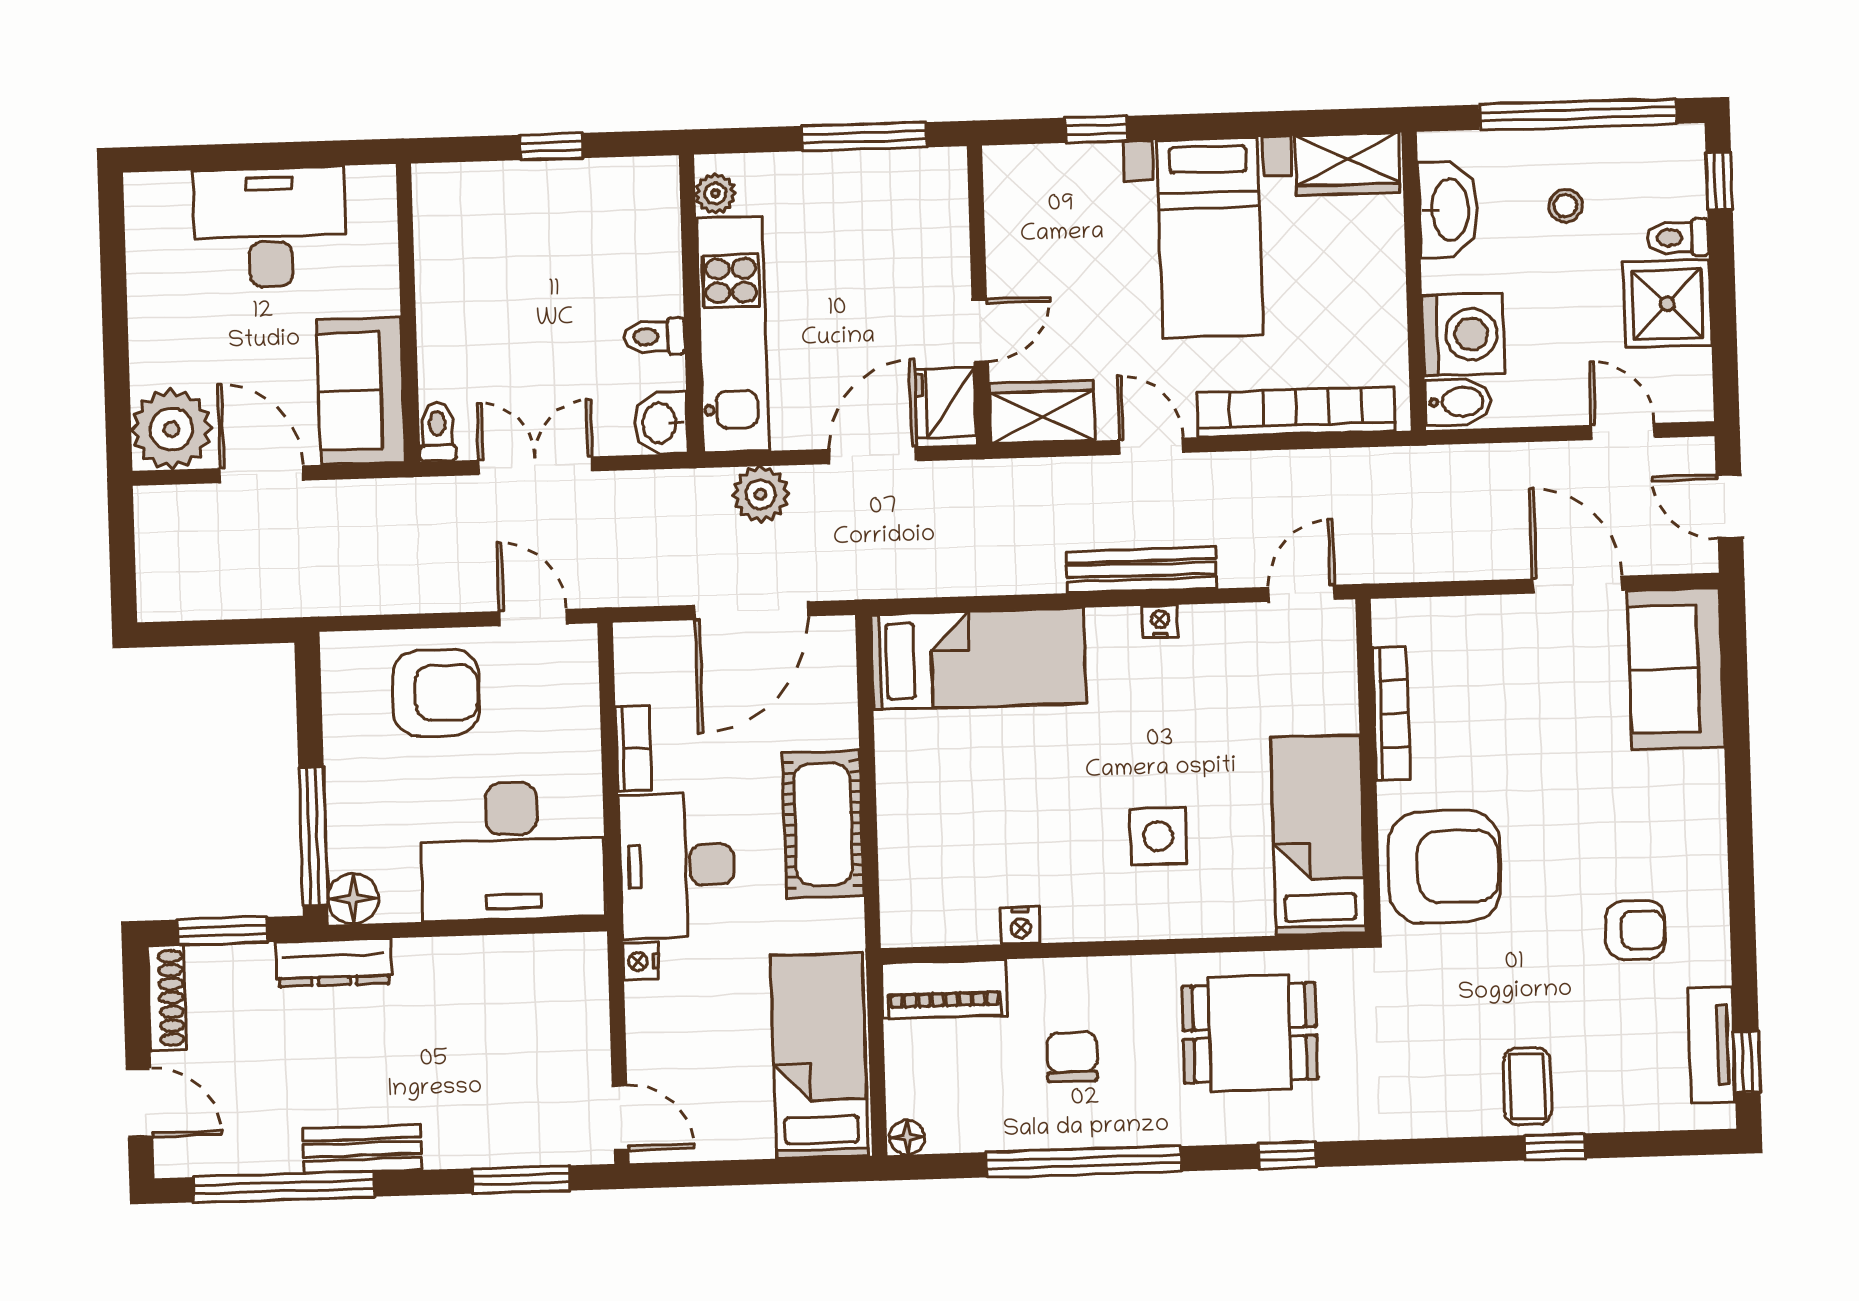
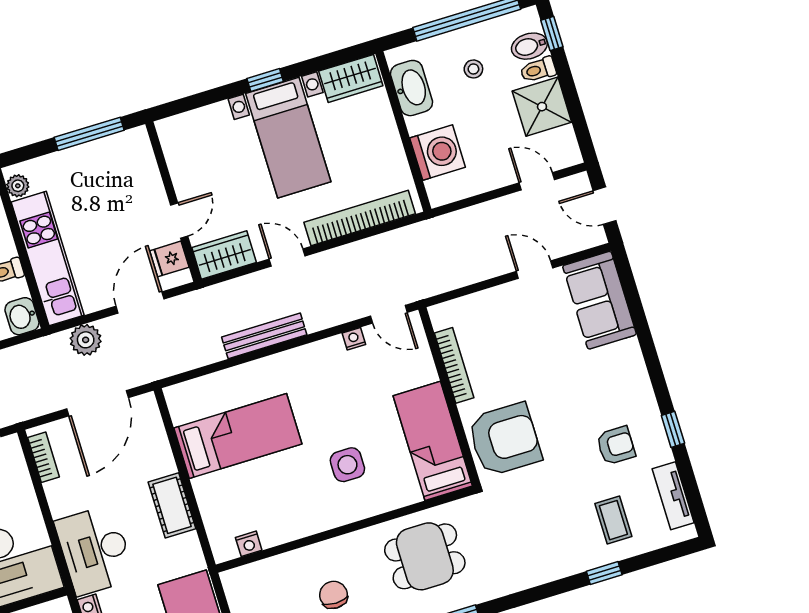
window: (1096, 129) -> (265, 80), moved
bidet: (1458, 402) -> (529, 46), moved, turned 180
fridge: (945, 403) -> (169, 259), width x0.72
bench: (1141, 570) -> (264, 336), moved
door: (1577, 585) -> (535, 270), width x0.73
door: (1302, 593) -> (389, 314), swing flipped
nightstand: (1160, 622) -> (354, 339), moved
bed: (978, 659) -> (238, 436), moved
bookcase: (634, 748) -> (43, 457), moved
cot: (823, 824) -> (172, 505), width x0.73, depth x0.75
nightstand: (1021, 925) -> (249, 544), moved
piano: (944, 989) -> (256, 577), removed
window: (1747, 1062) -> (673, 429), moved
coffee table: (1527, 1086) -> (613, 520), moved

